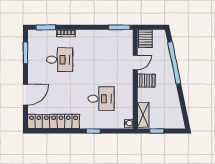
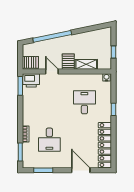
printer: (125, 39) -> (31, 80), added
desk: (60, 60) -> (49, 140), turned 180
shelving: (143, 115) -> (86, 64), moved

